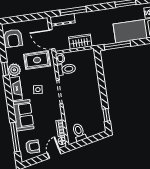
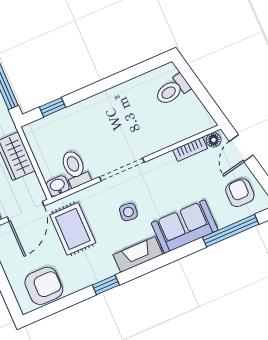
plant: (14, 70) -> (103, 267), removed
window: (106, 115) -> (53, 107), moved
toilet: (79, 132) -> (172, 90), moved
door: (54, 153) -> (241, 148), hinge flipped

